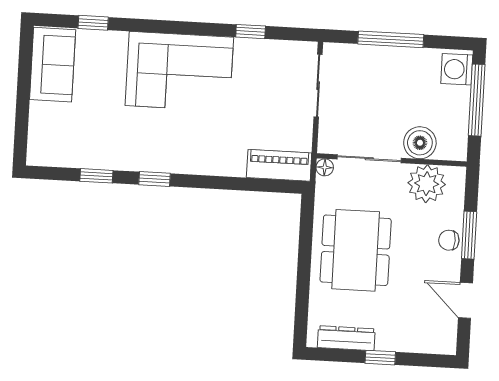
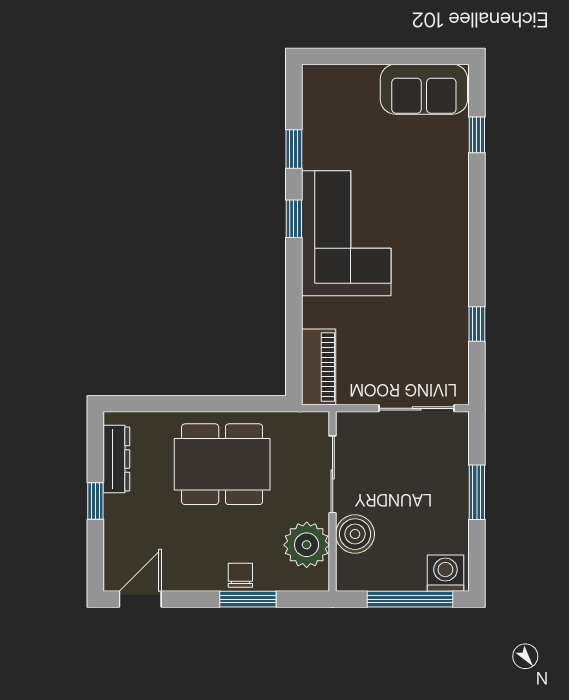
window: (391, 39) -> (477, 492), width x0.69
corner sofa: (179, 71) -> (346, 233), moved, turned 180
floor lamp: (325, 167) -> (319, 422), removed
door: (465, 300) -> (140, 599), moved

